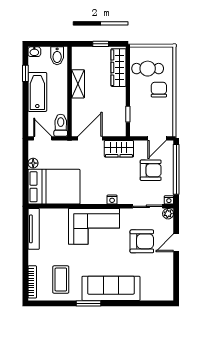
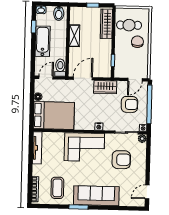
door: (43, 138) -> (46, 78), hinge flipped
door: (176, 243) -> (147, 192), moved

